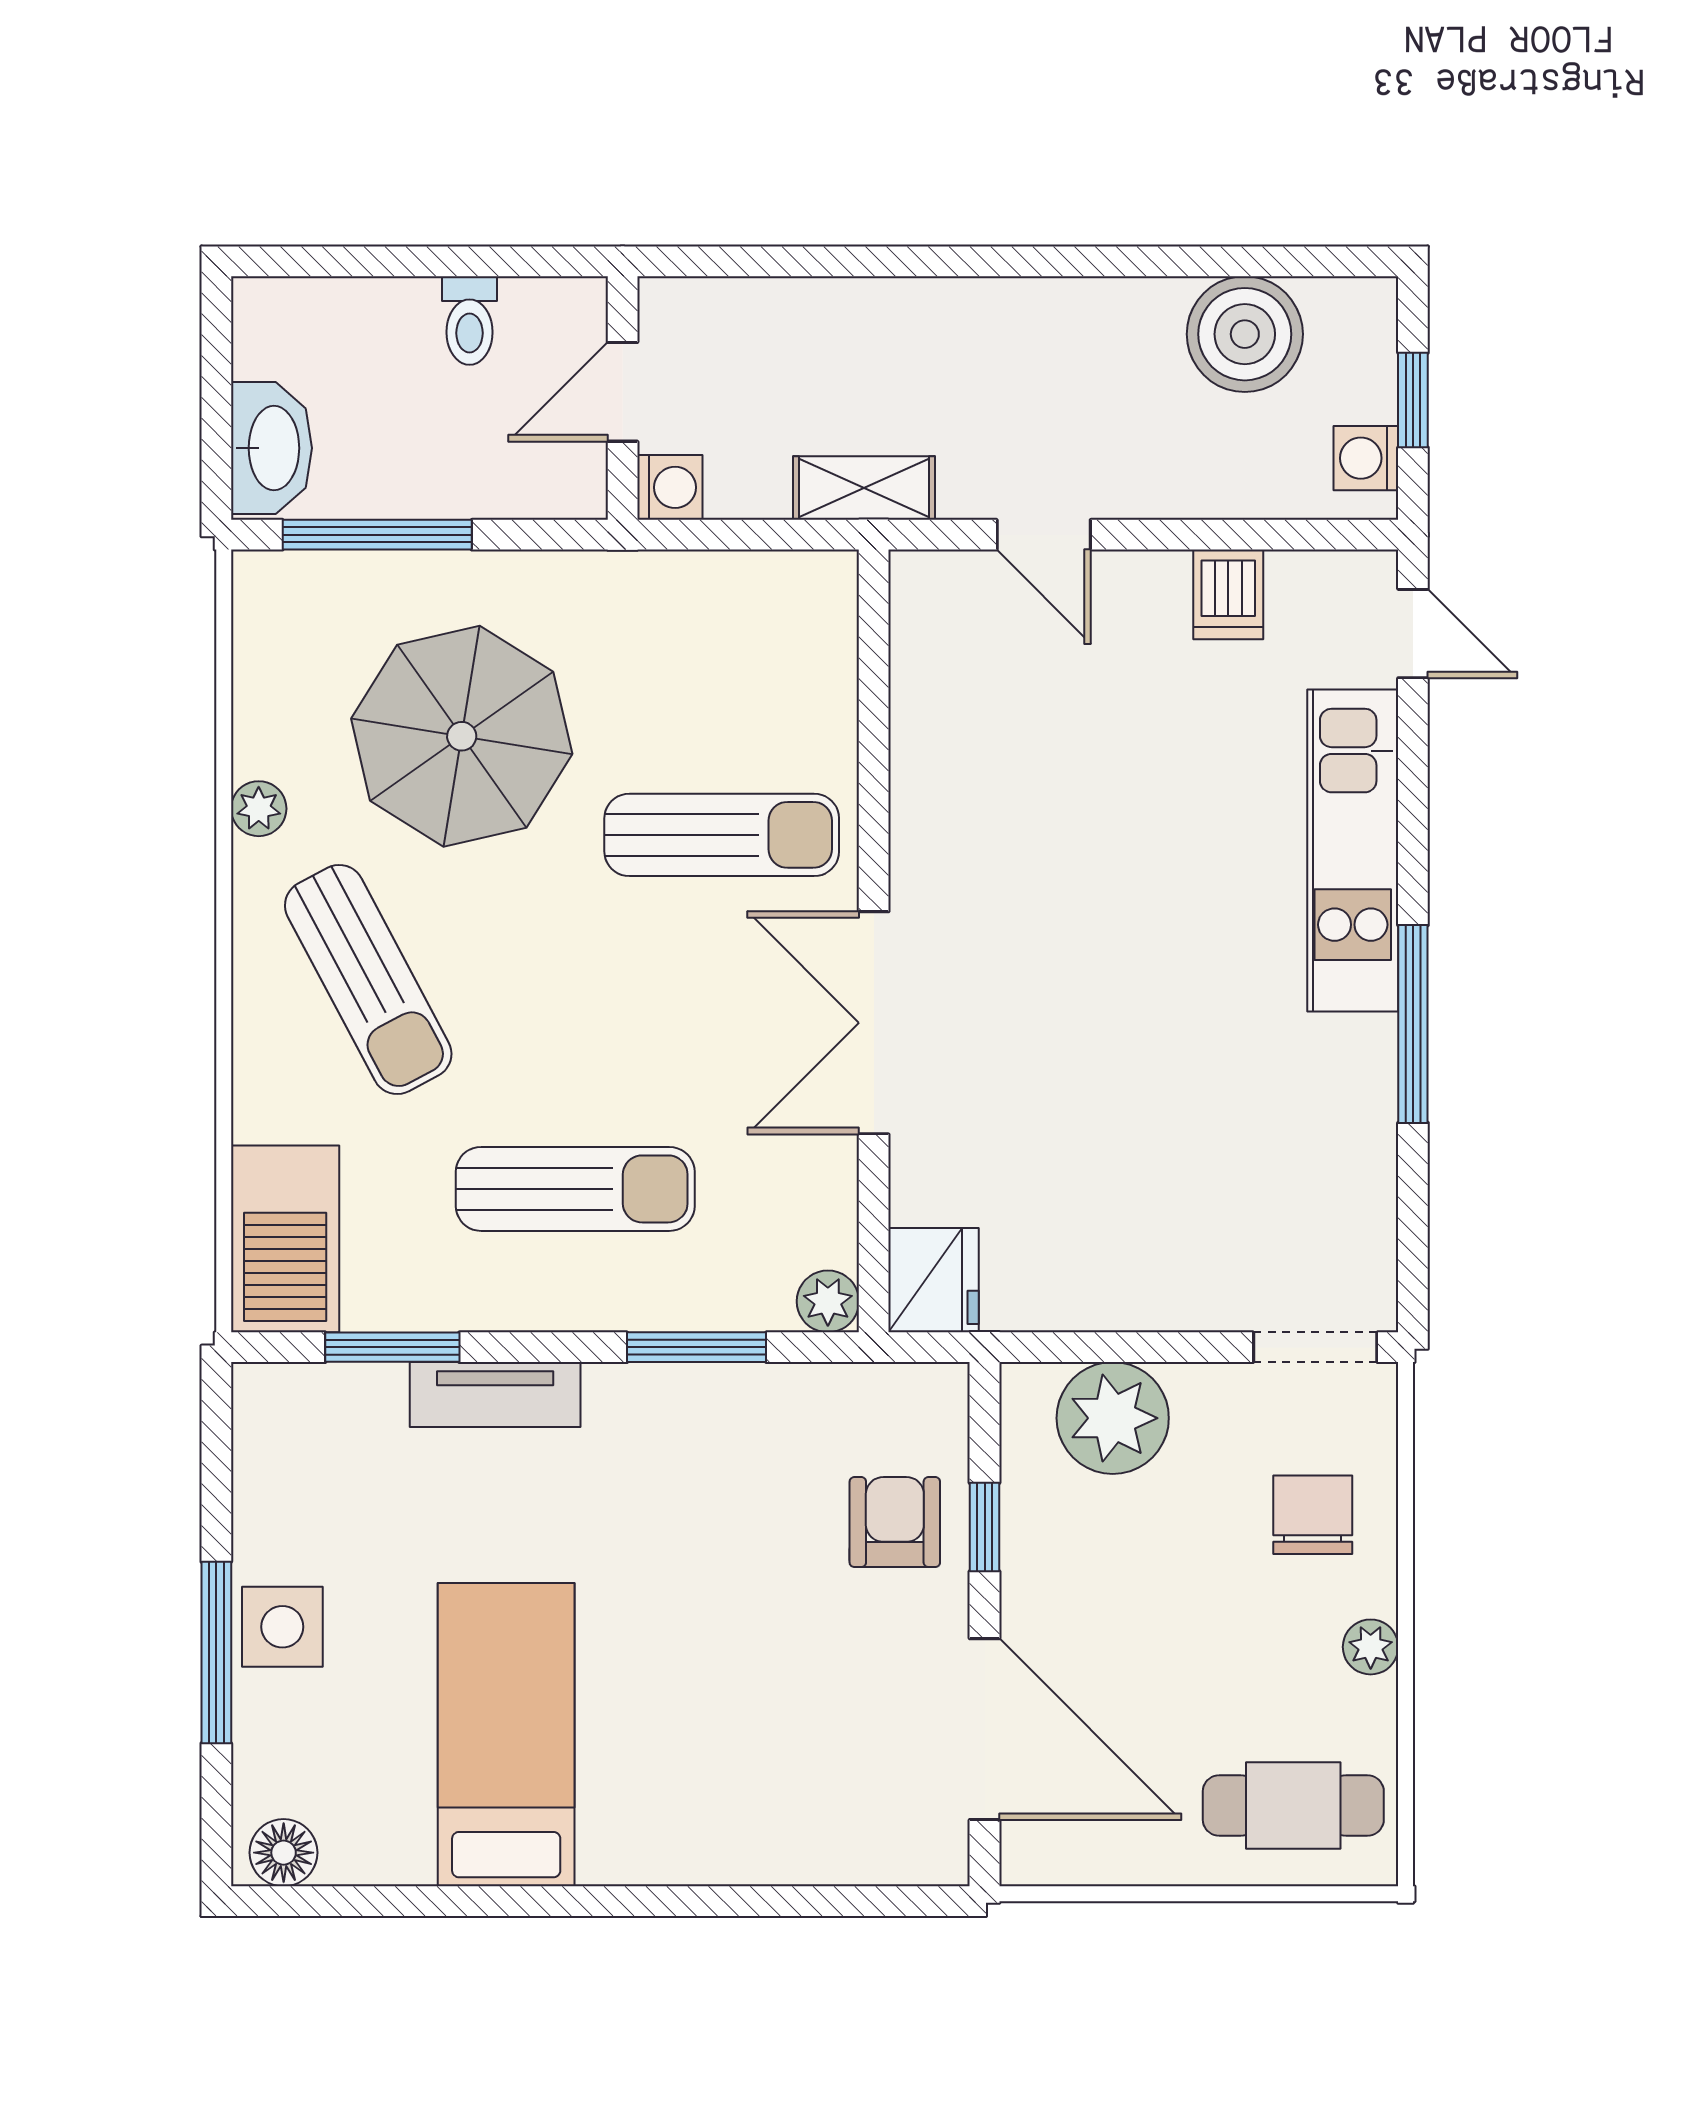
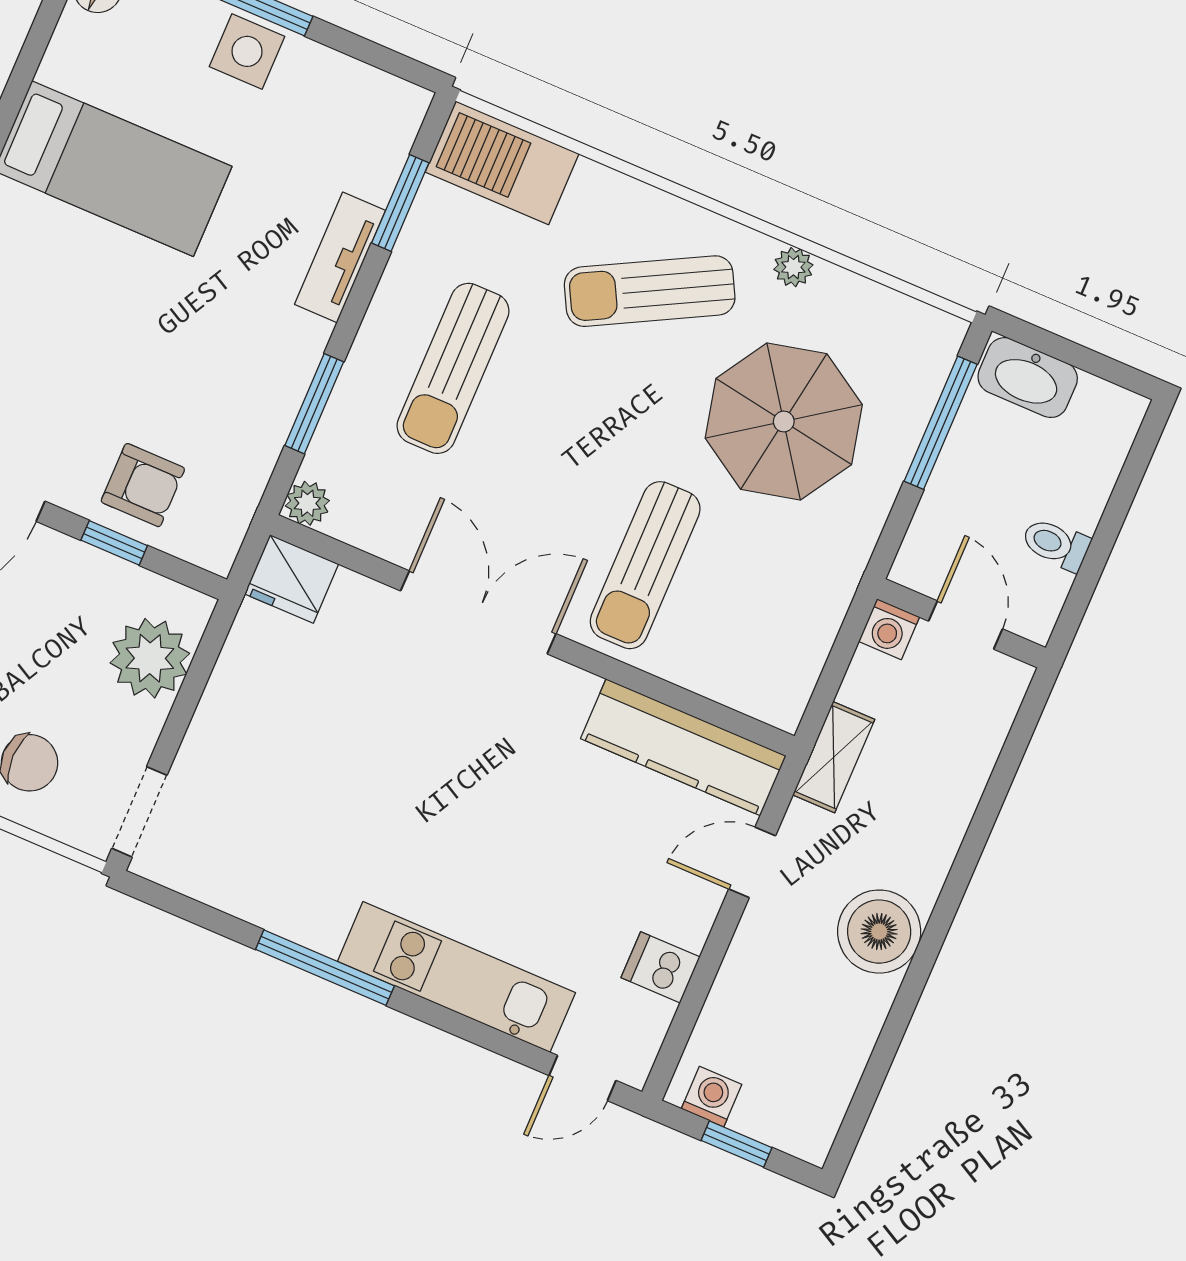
boiler: (1245, 334) -> (879, 932), moved
kitchen counter: (934, 686) -> (683, 747), added

